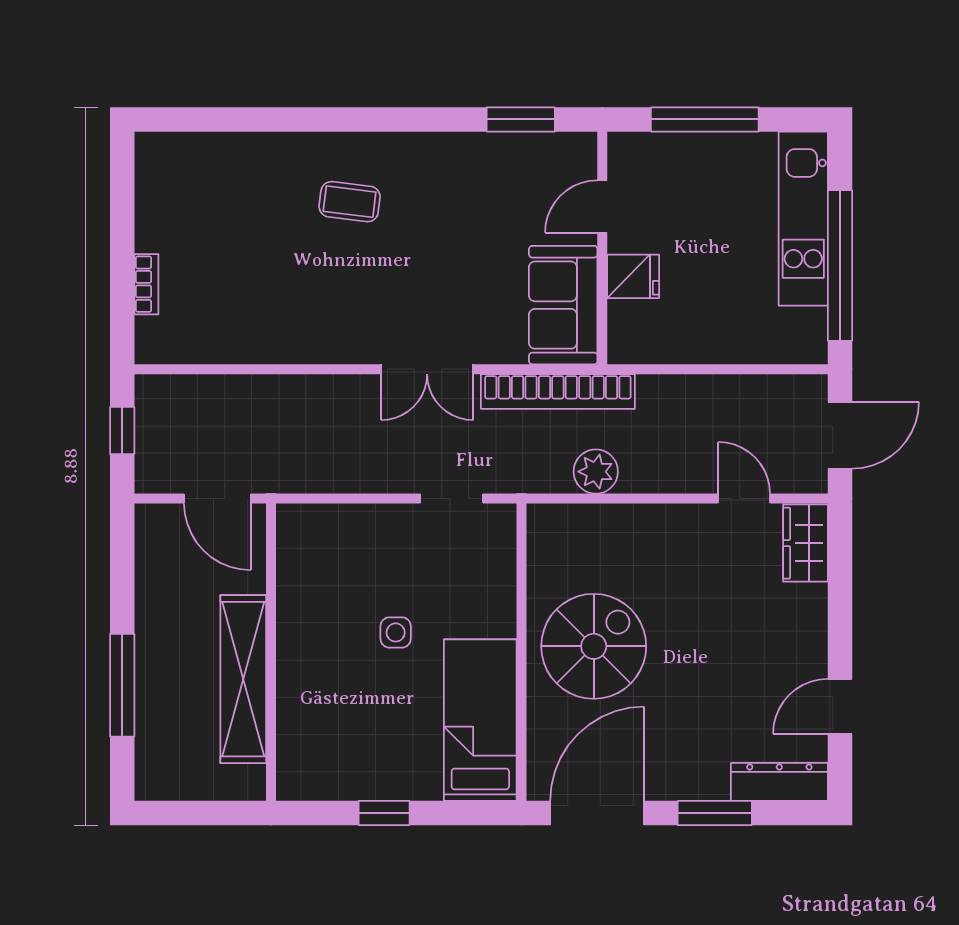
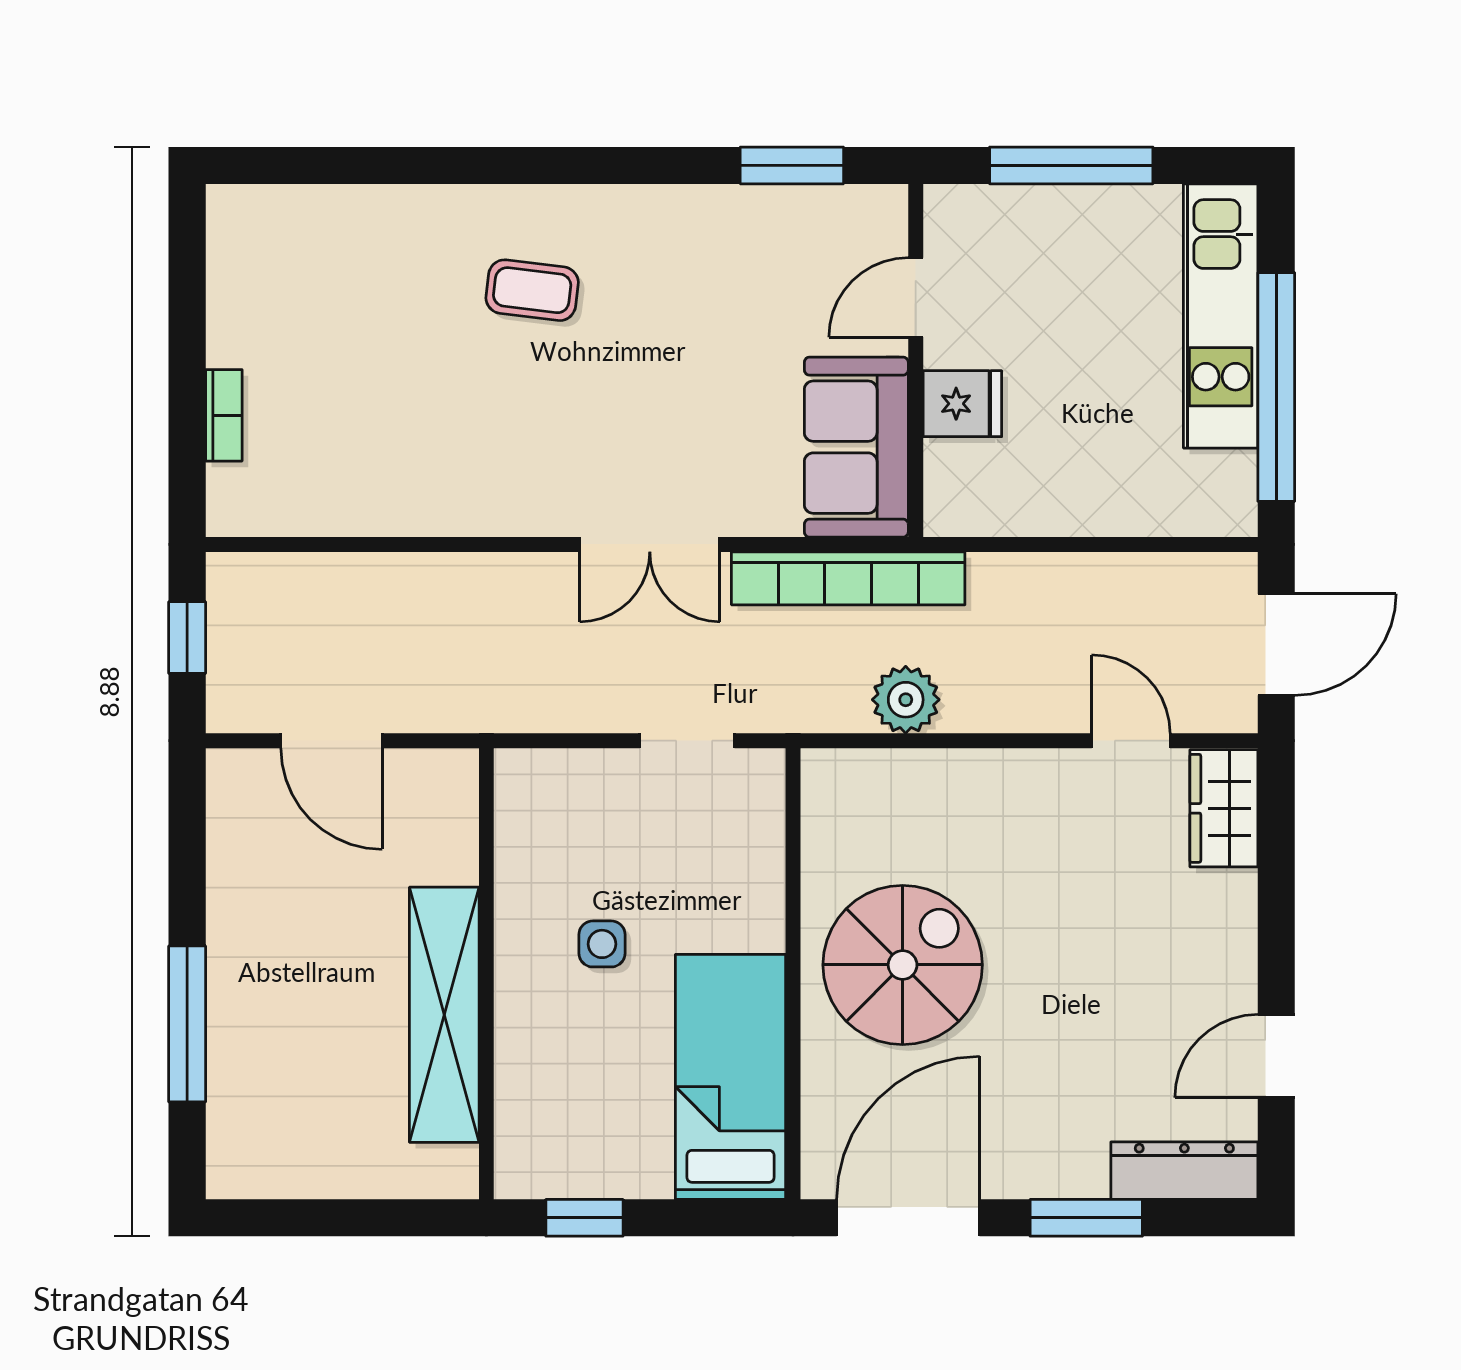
wall: (271, 652) -> (486, 974), moved
shelving: (243, 679) -> (444, 1015), moved

